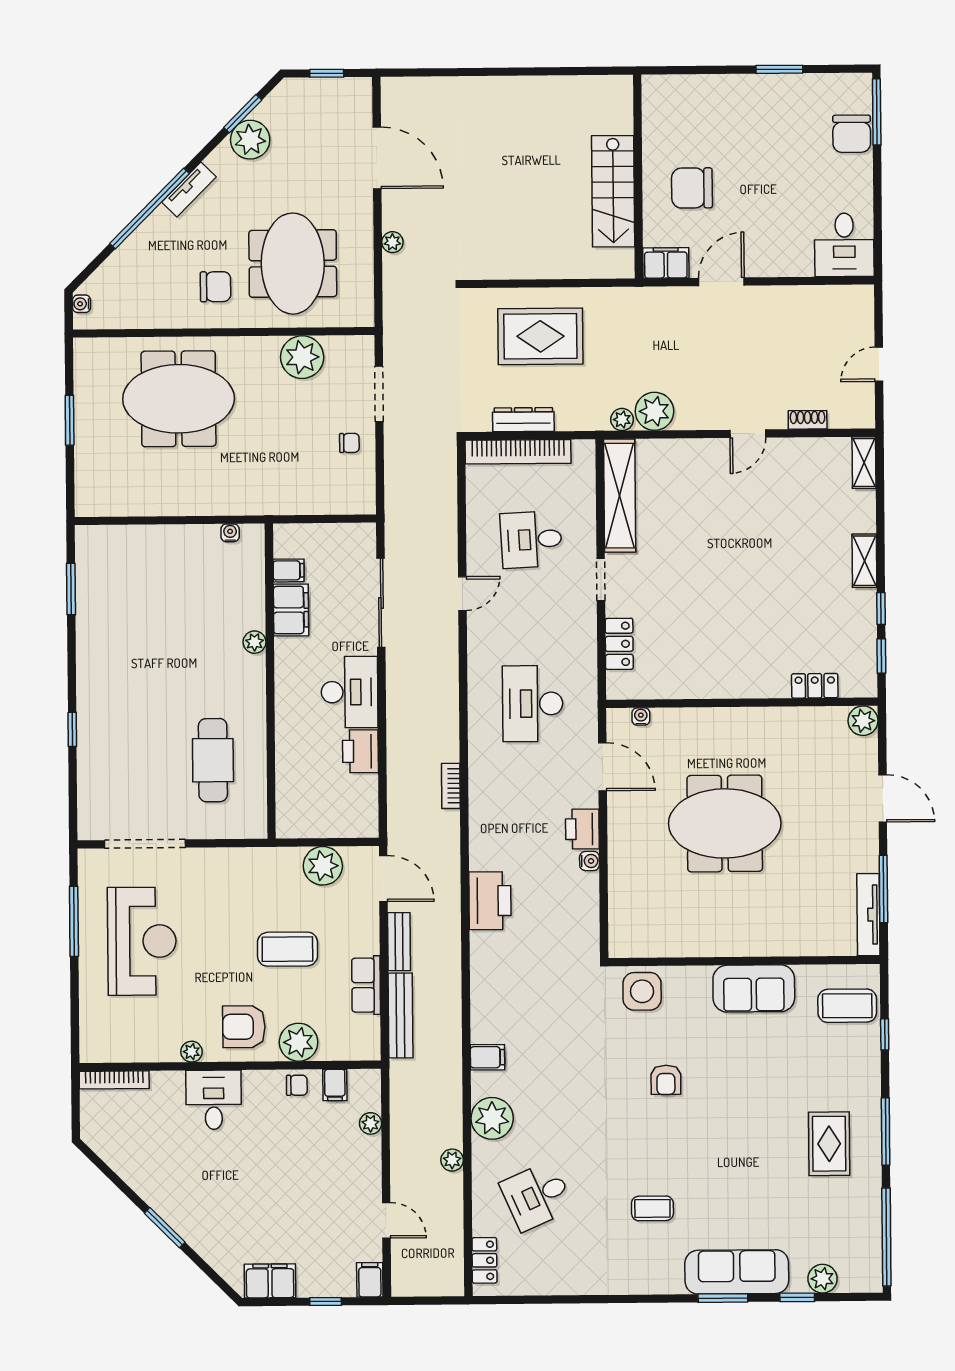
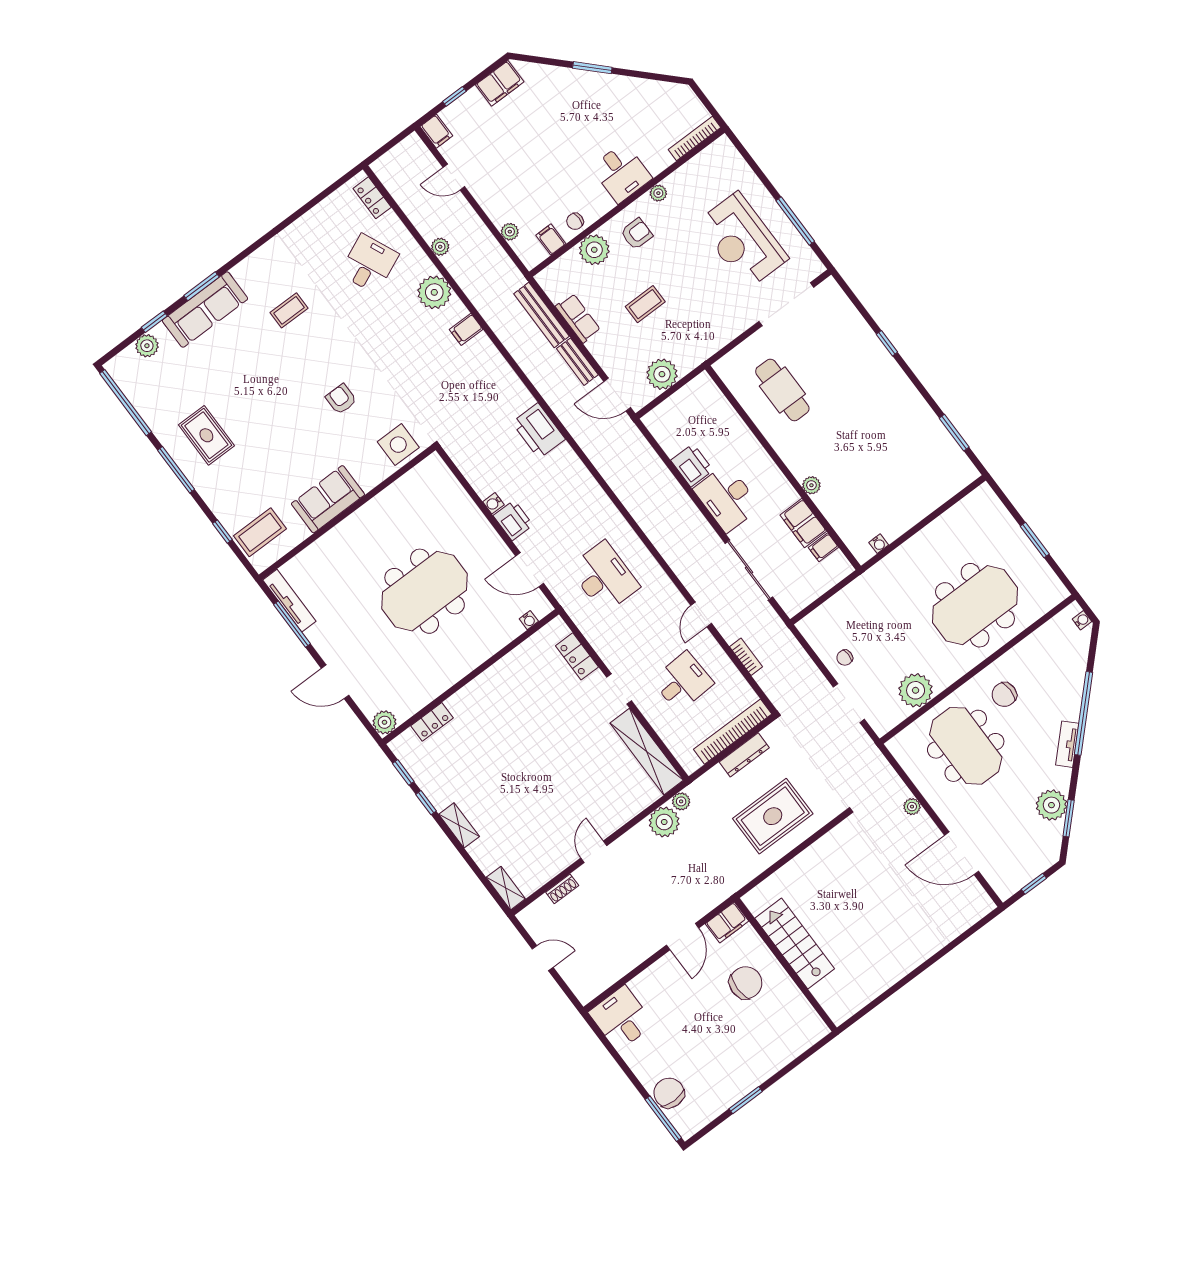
door: (879, 364) -> (543, 958), hinge flipped
bookcase: (451, 786) -> (746, 657), moved
coffee table: (287, 949) -> (645, 304), width x0.73, depth x0.77
armchair: (244, 1027) -> (637, 234), width x0.72, depth x0.72

